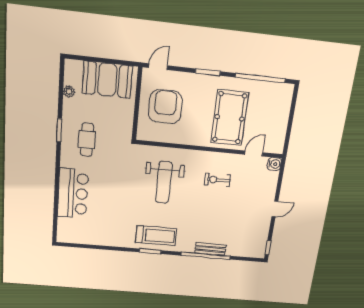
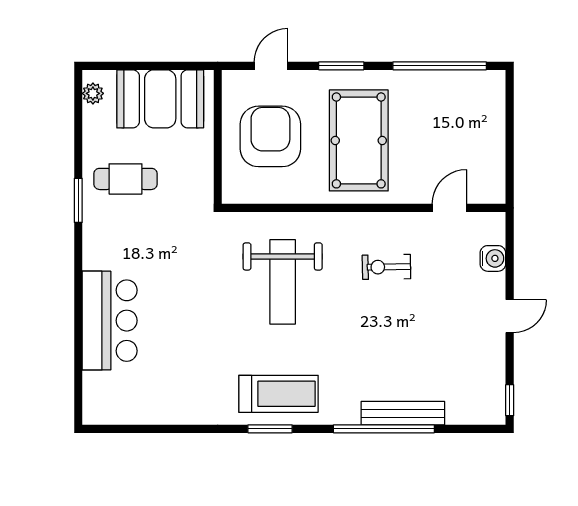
door: (158, 67) -> (271, 66), moved
plant: (69, 92) -> (93, 93), moved
pool table: (230, 118) -> (359, 140), moved
cafe table: (87, 140) -> (125, 179), moved, turned 90
water cooler: (274, 164) -> (493, 258), moved
bench: (210, 249) -> (403, 413), width x1.36

